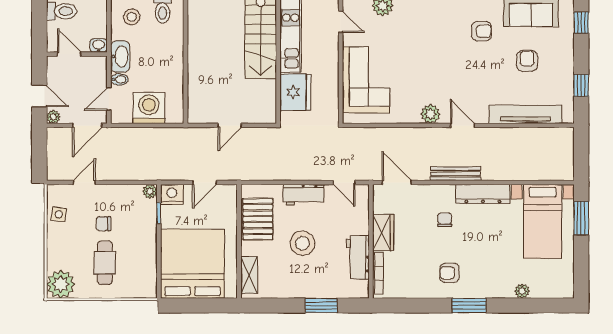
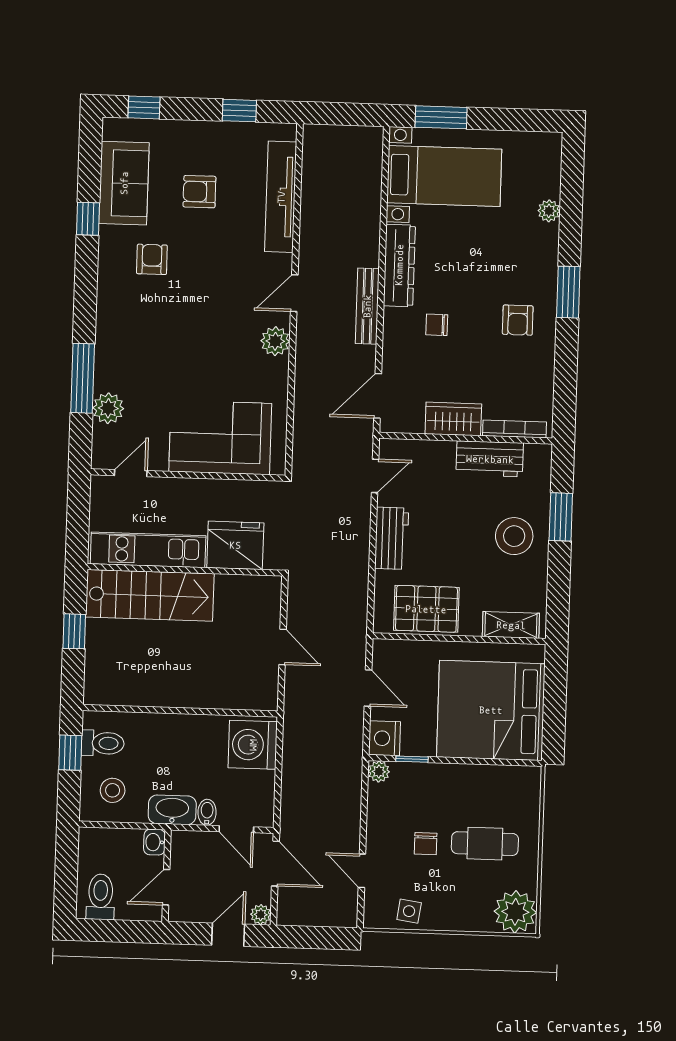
washing machine: (149, 108) -> (253, 745), moved
stool: (302, 243) -> (514, 536), moved

